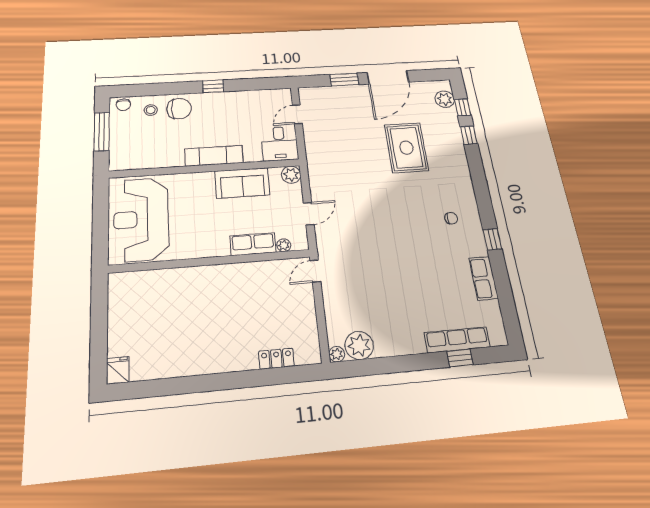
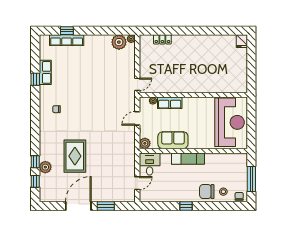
plant: (445, 99) -> (45, 167), moved
window: (492, 239) -> (35, 79), moved

